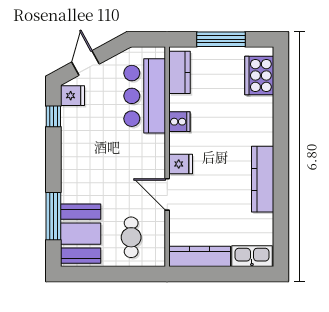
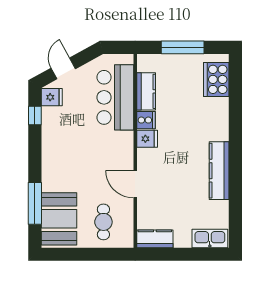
kitchen counter: (180, 72) -> (146, 91), moved
fridge: (181, 164) -> (147, 139), moved
kitchen counter: (200, 256) -> (155, 239), width x0.67

